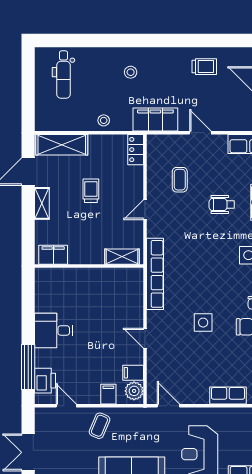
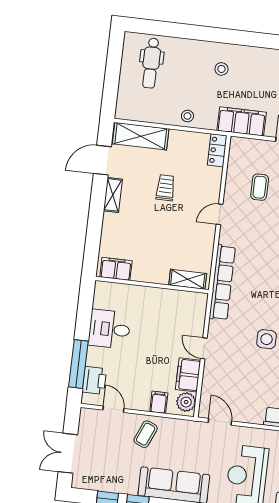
filing cabinet: (53, 255) -> (116, 269), moved
shelving: (122, 257) -> (188, 279), moved
wall: (89, 266) -> (152, 285), moved
filing cabinet: (133, 373) -> (188, 375), width x2.00

